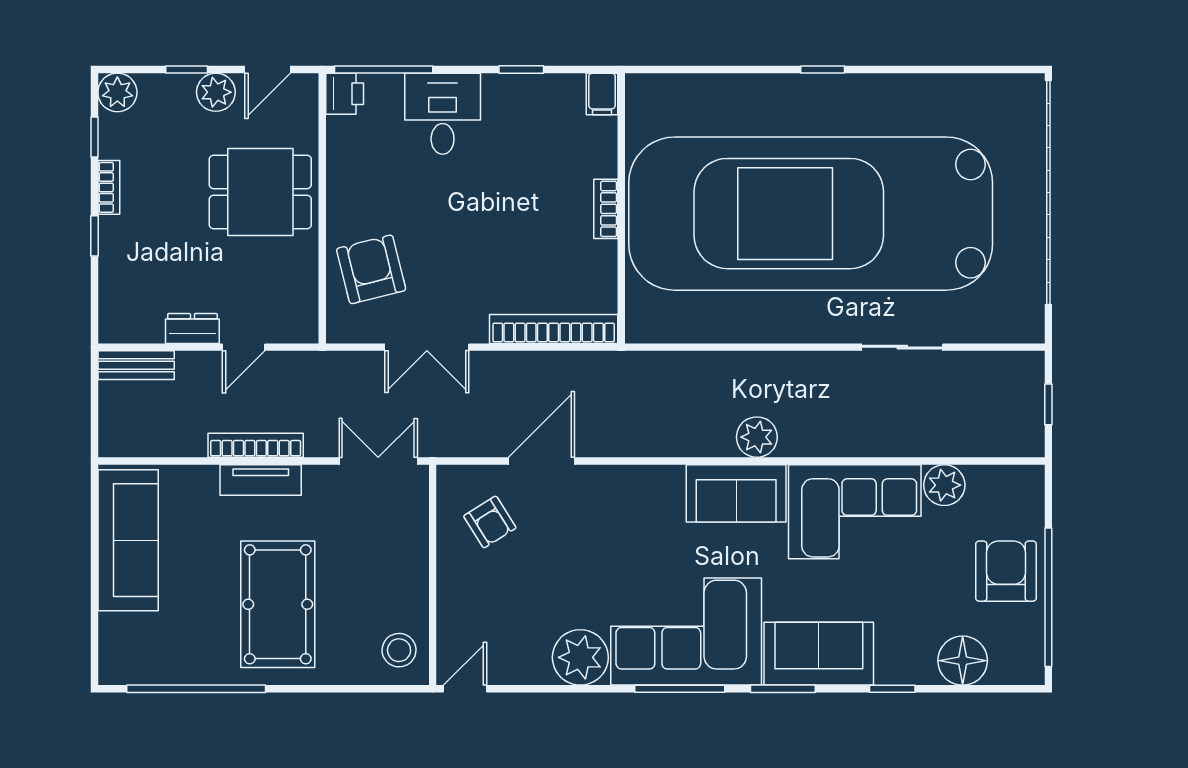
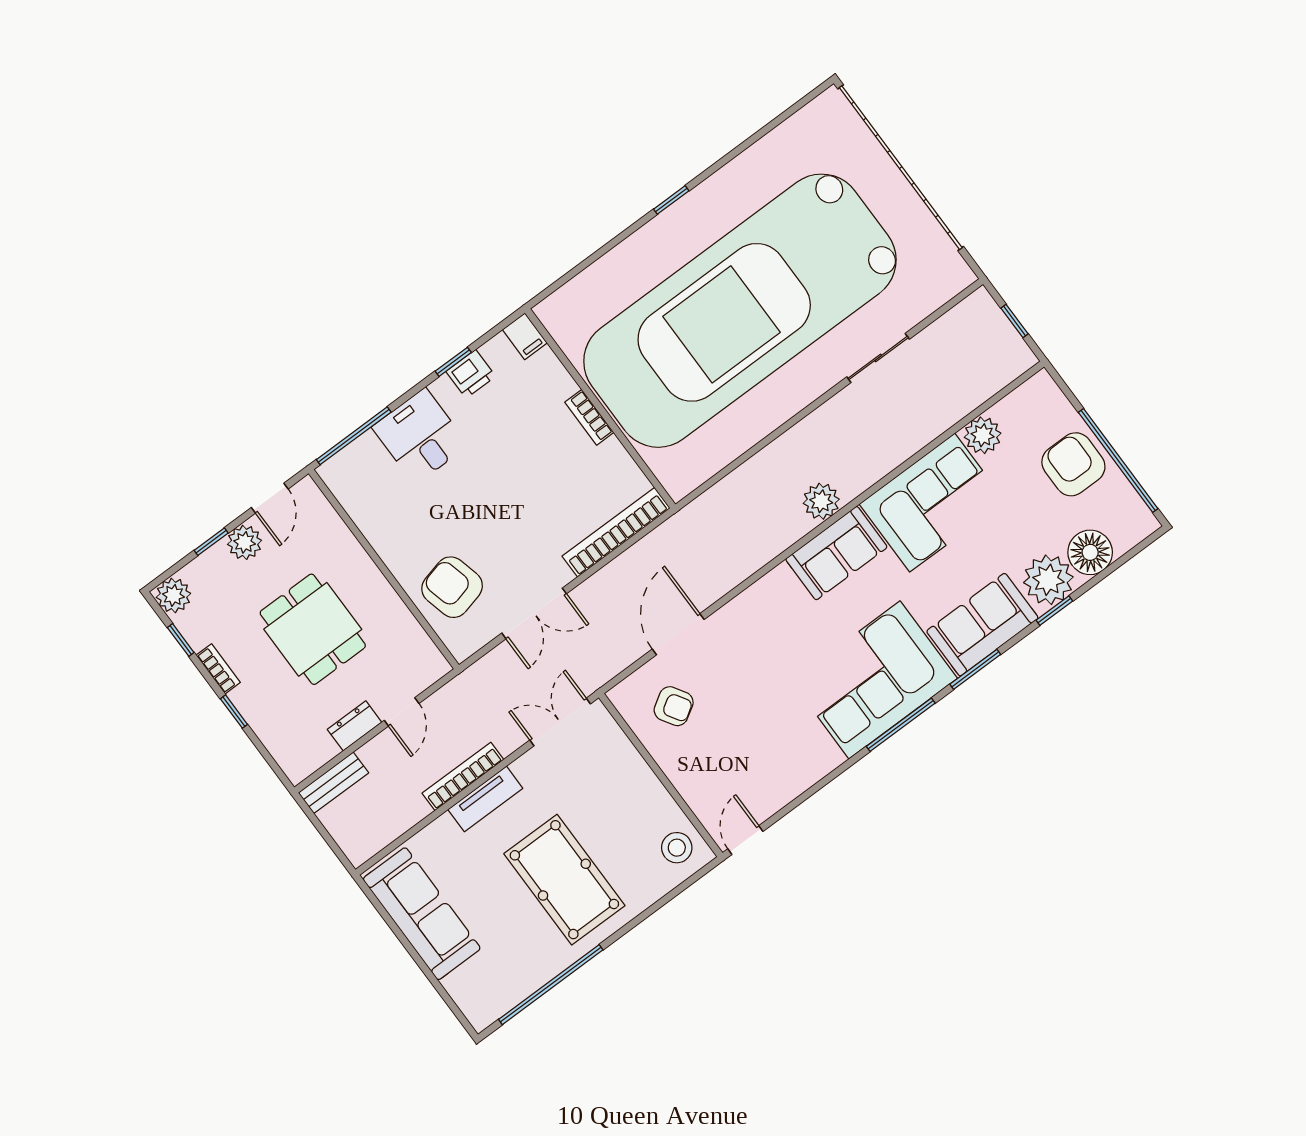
printer: (345, 94) -> (471, 374), moved, turned 90
dining table: (260, 192) -> (313, 629), moved, turned 90
plant: (580, 657) -> (1048, 580), moved

